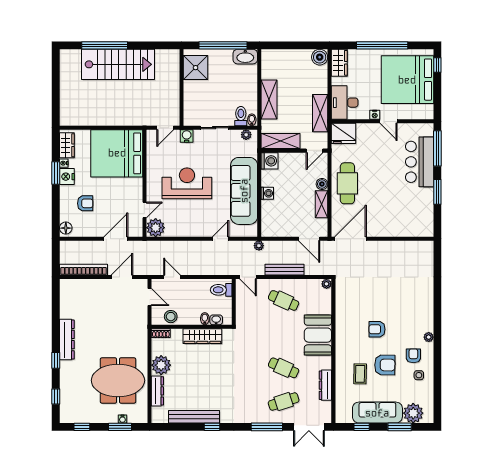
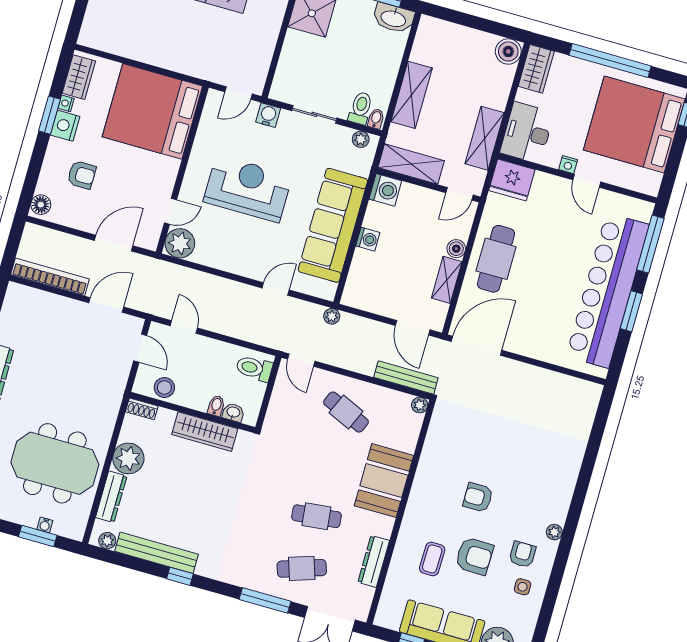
bar counter: (420, 162) -> (608, 290), width x1.86
bench: (285, 270) -> (406, 378), moved
cafe table: (284, 368) -> (316, 516), turned -30
plant: (162, 418) -> (107, 541), added

